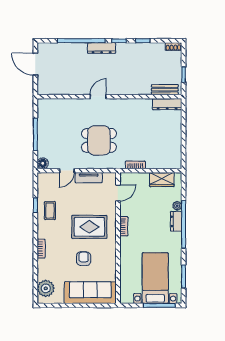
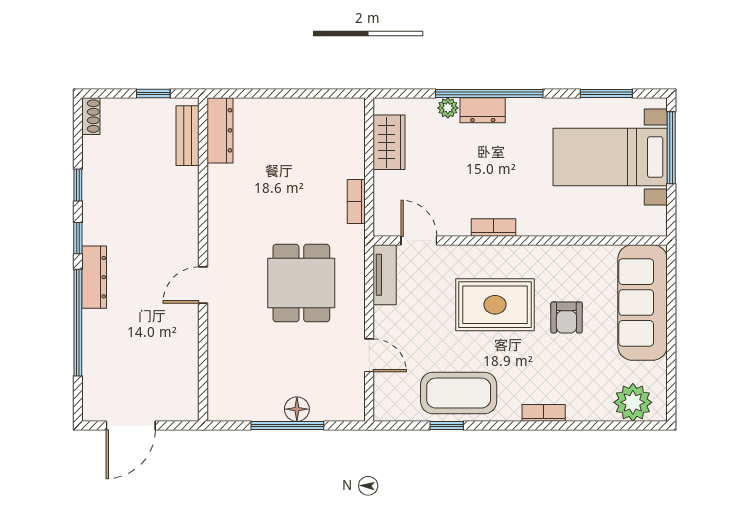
door: (98, 97) -> (203, 285), hinge flipped
floor lamp: (43, 163) -> (297, 409), moved
tv unit: (89, 178) -> (385, 275), moved
coffee table: (50, 211) -> (459, 393), width x1.86, depth x1.72
rug: (89, 227) -> (495, 305), turned 90
armchair: (84, 259) -> (566, 318), turned -90

